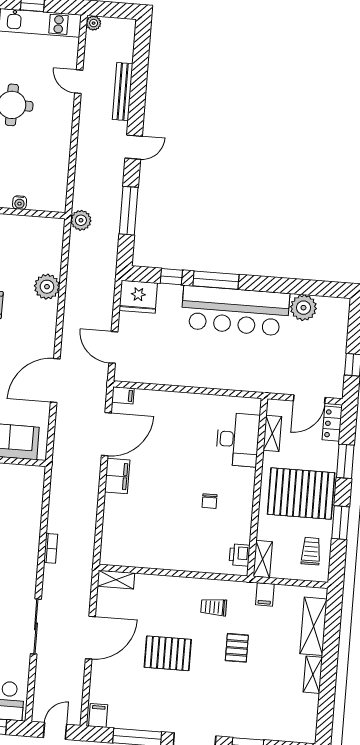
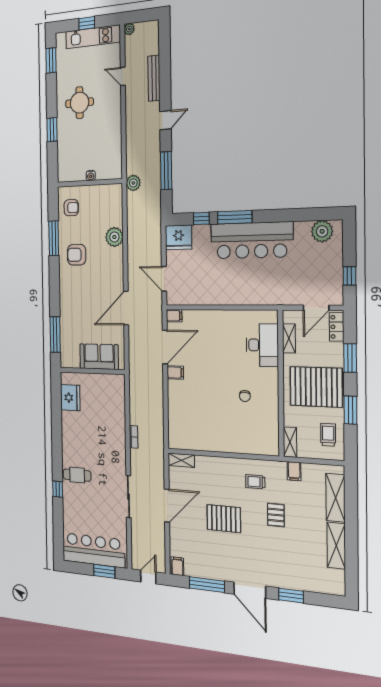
plant: (303, 308) -> (322, 231), moved
filing cabinet: (117, 476) -> (175, 373), width x0.50
printer: (240, 555) -> (272, 439), removed
shelving: (313, 675) -> (336, 546), width x1.50, depth x1.33

